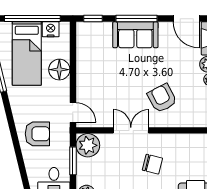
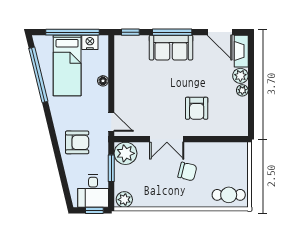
floor lamp: (59, 70) -> (103, 81), width x0.53, depth x0.53
armchair: (162, 98) -> (197, 108), turned -152
double door: (131, 130) -> (167, 139), swing flipped

